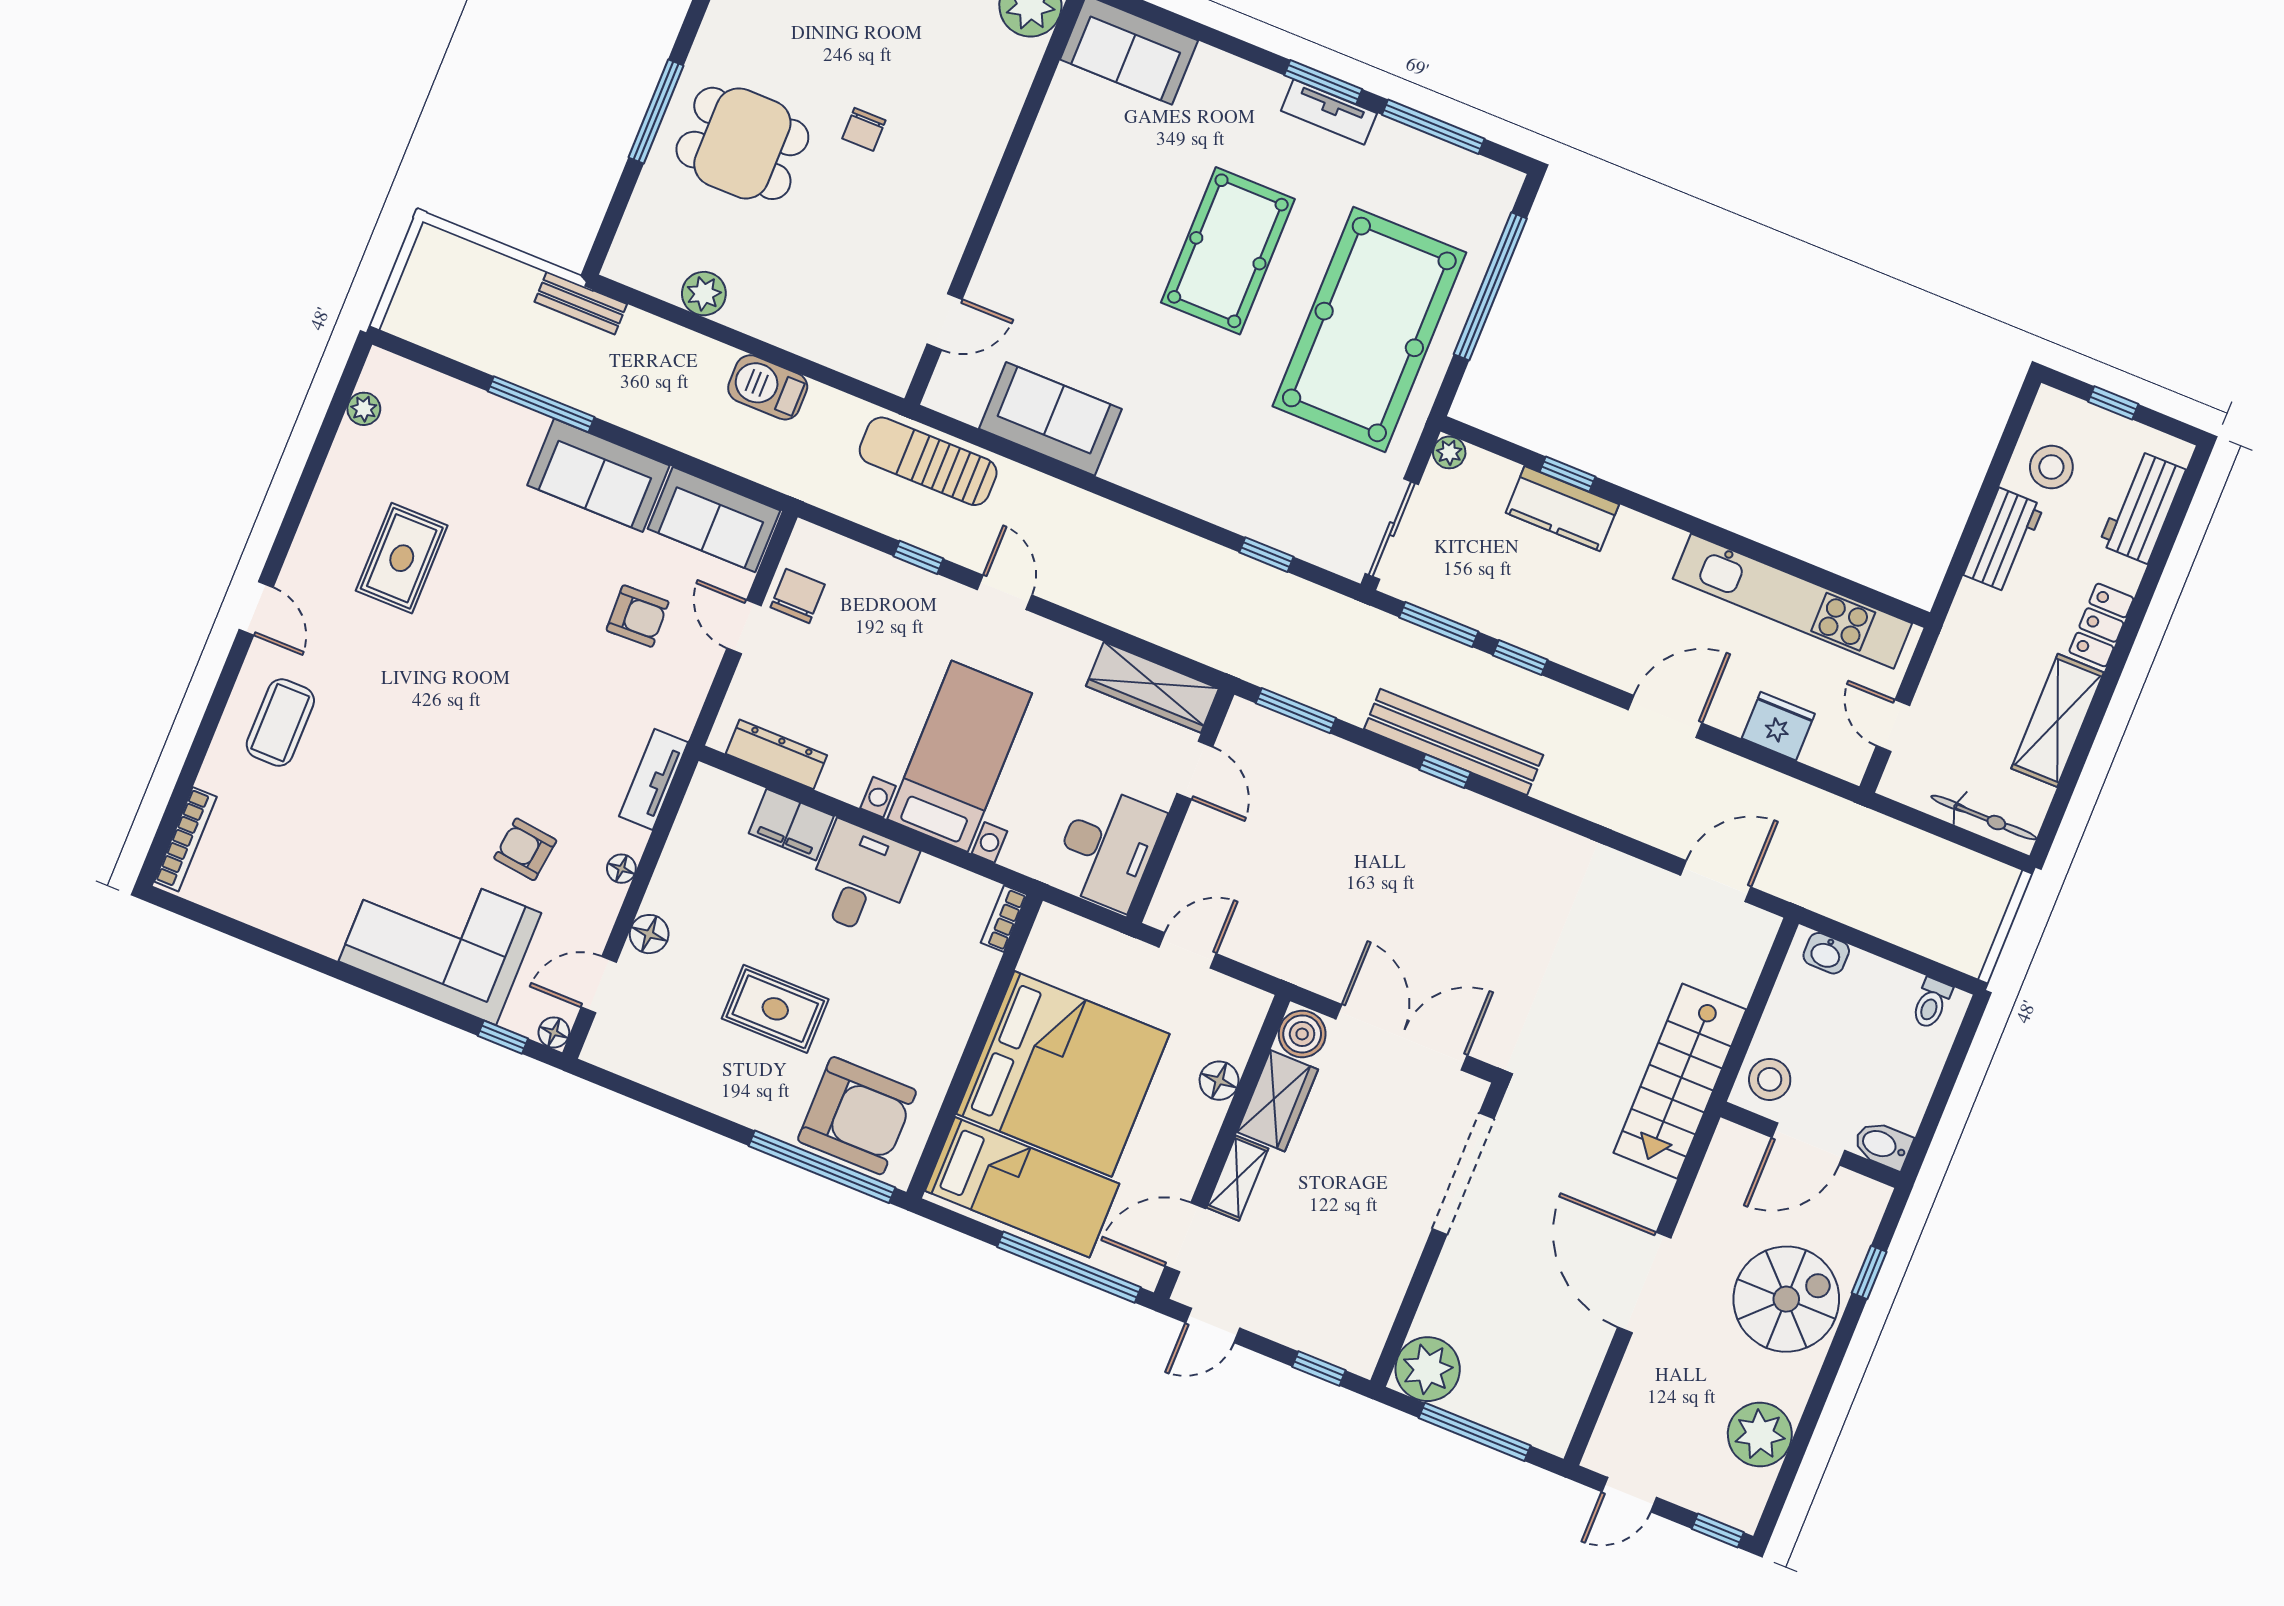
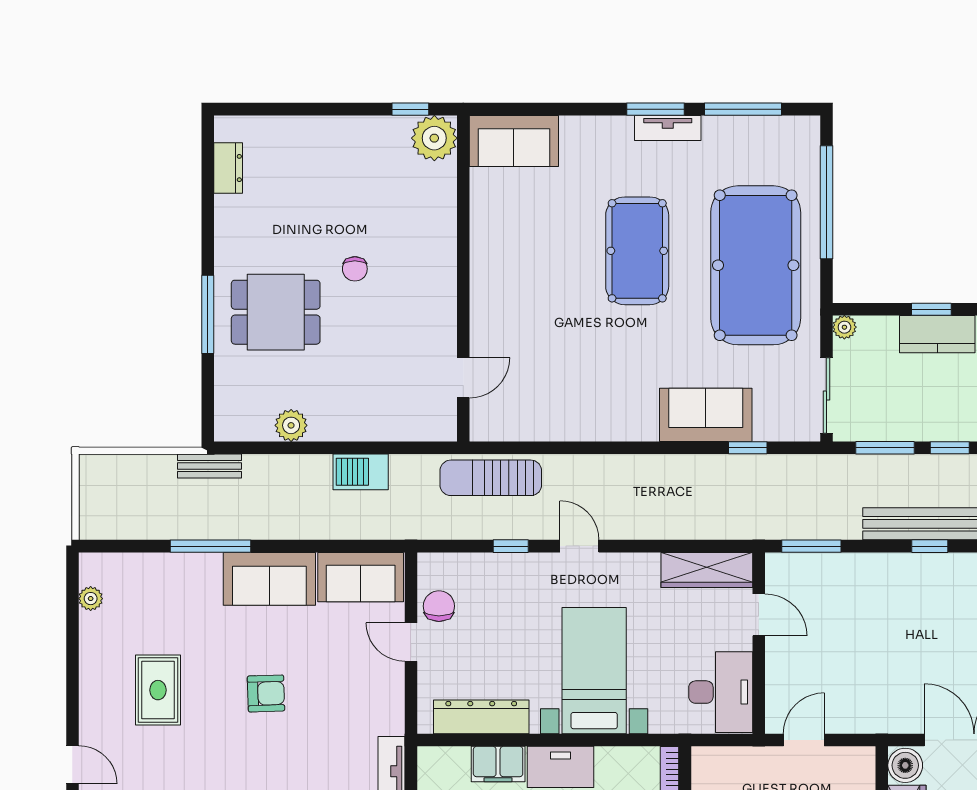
sofa: (1050, 419) -> (706, 415), moved
armchair: (638, 616) -> (266, 693), moved
dresser: (776, 754) -> (481, 717), width x1.37, depth x1.24

